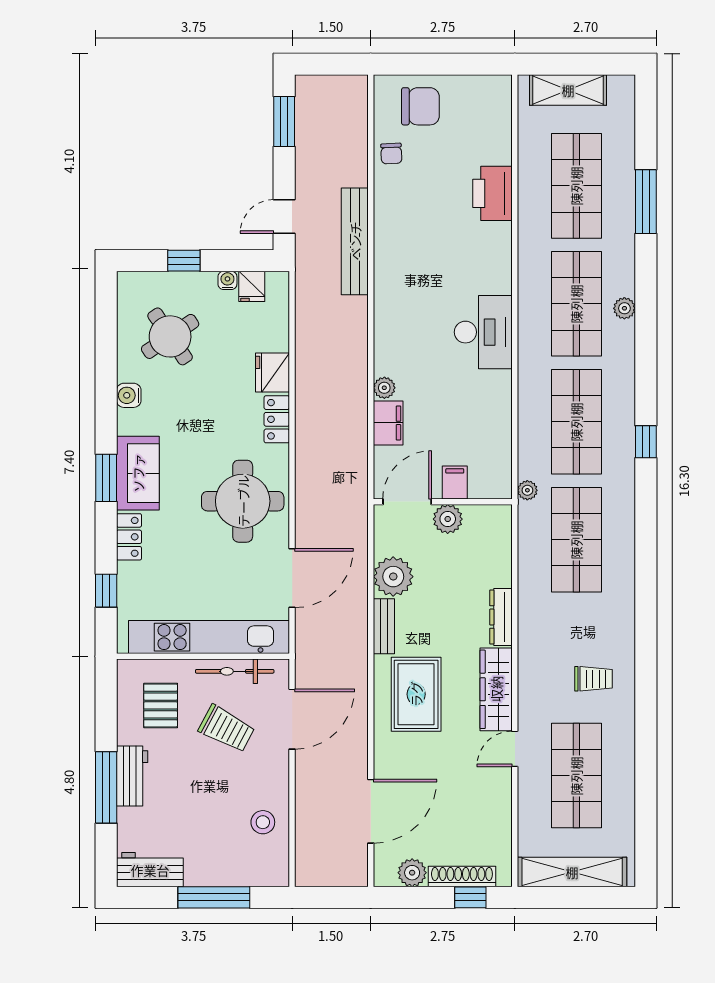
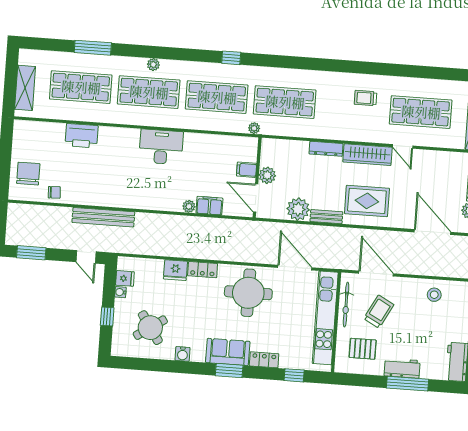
trolley: (593, 679) -> (365, 98), turned -90

